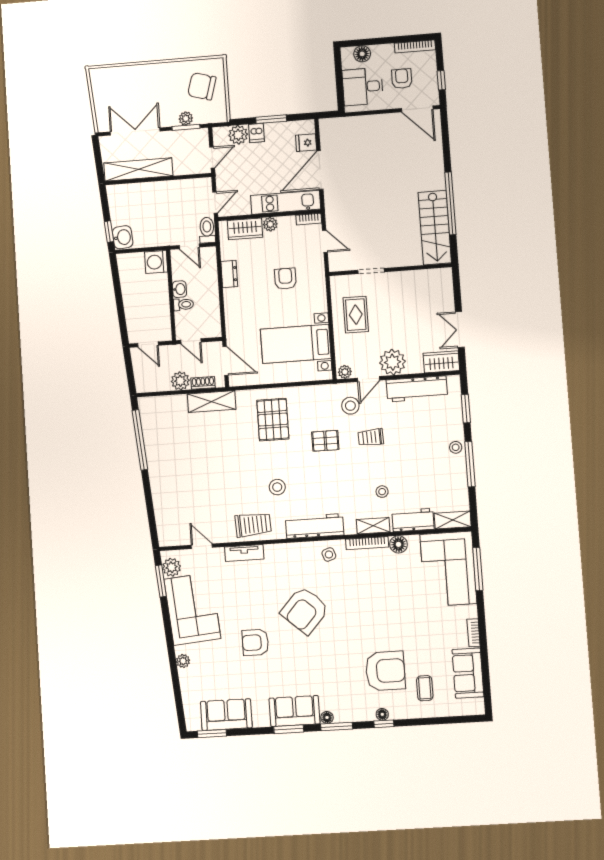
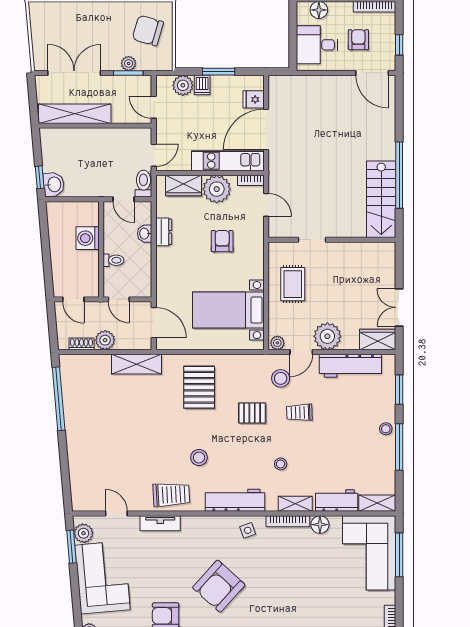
door: (212, 158) -> (154, 107), swing flipped
plant: (270, 224) -> (217, 189), width x1.88, depth x1.88
washing machine: (156, 262) -> (88, 238), moved
washbasin: (179, 289) -> (145, 234), moved, turned 180
shoe rack: (203, 383) -> (81, 344), moved
stool: (382, 492) -> (281, 464), moved

